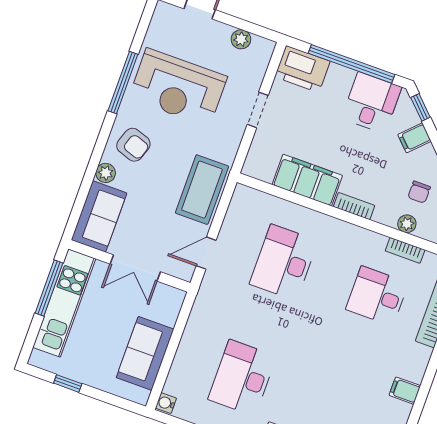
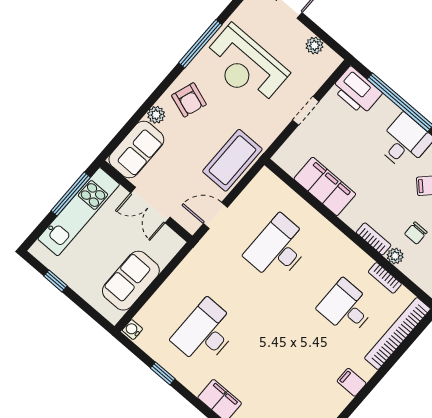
bookcase: (354, 206) -> (374, 239), moved
filing cabinet: (405, 391) -> (352, 382), moved

